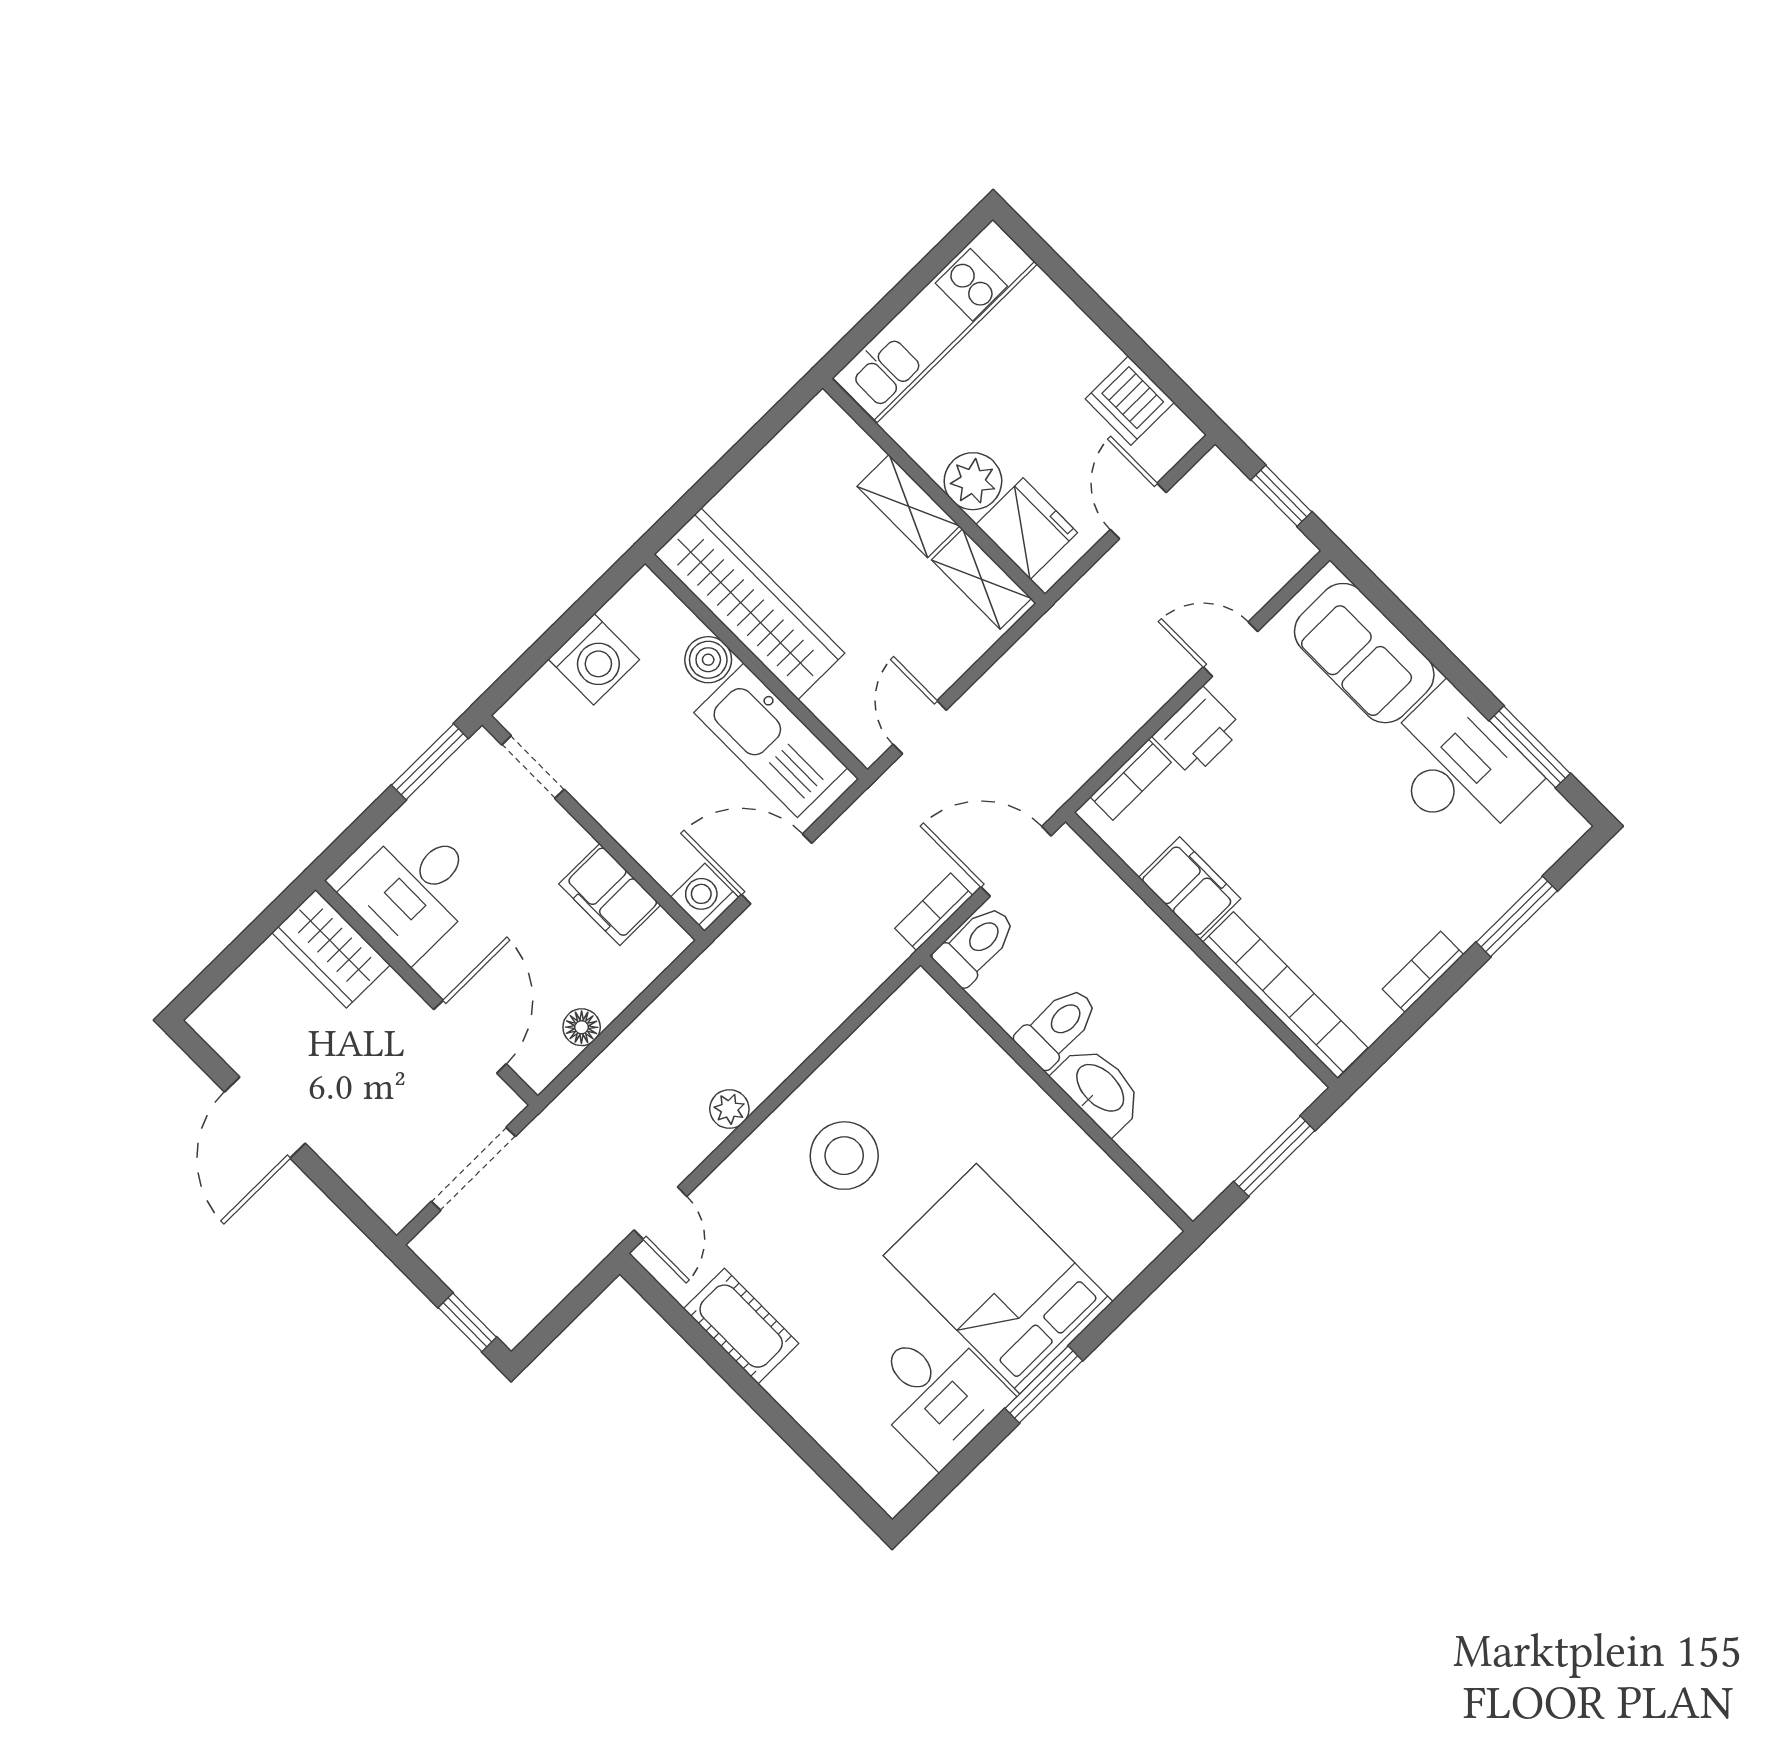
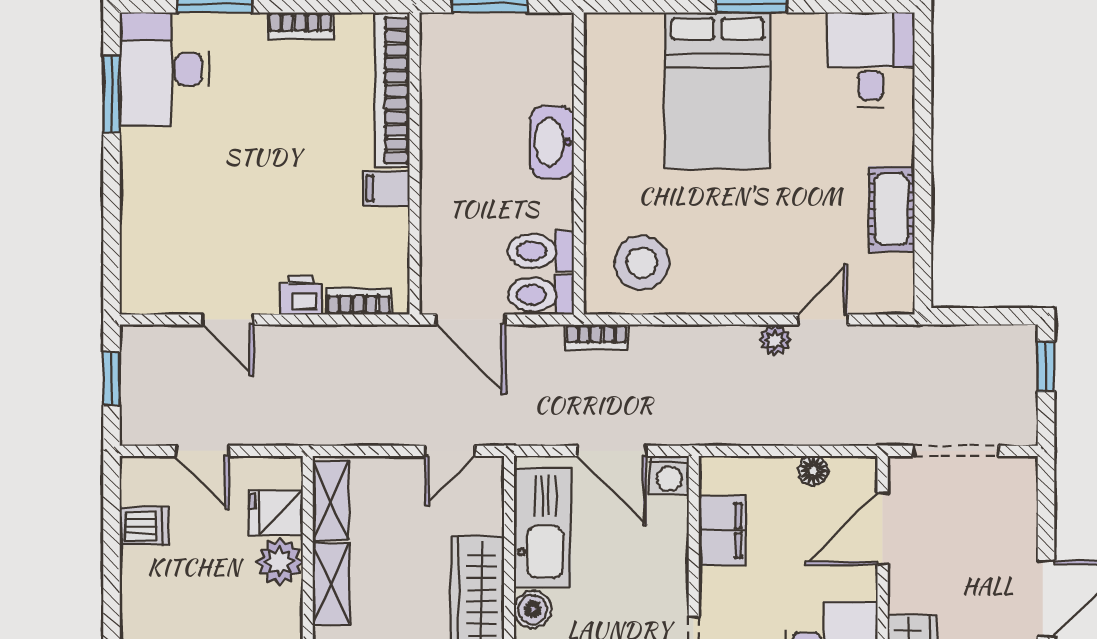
dishwasher: (1130, 401) -> (144, 526), width x0.73
door: (1138, 511) -> (202, 451), hinge flipped
fridge: (1027, 529) -> (276, 513), width x0.72
sofa: (1364, 653) -> (153, 241), removed
printer: (1198, 732) -> (301, 295), width x0.73, depth x0.81
desk: (1457, 767) -> (164, 69), moved
filing cabinet: (1190, 888) -> (386, 188), width x0.50
bookcase: (934, 912) -> (596, 337), moved
toilet: (1057, 1027) -> (541, 251), moved
stool: (844, 1156) -> (642, 263), moved
door: (660, 1213) -> (822, 320), moved
desk: (937, 1393) -> (871, 60), moved

